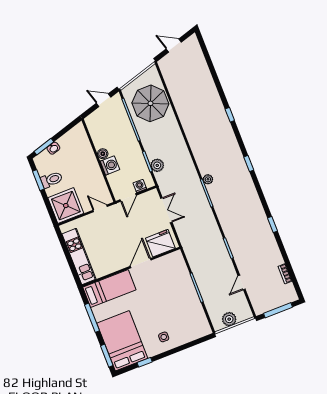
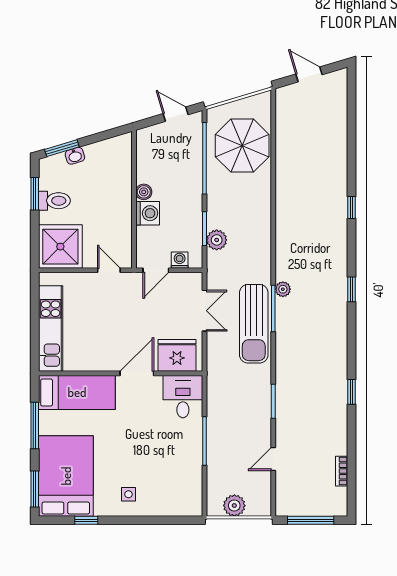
sun lounger: (199, 207) -> (254, 324), added
desk: (173, 266) -> (183, 397), added

